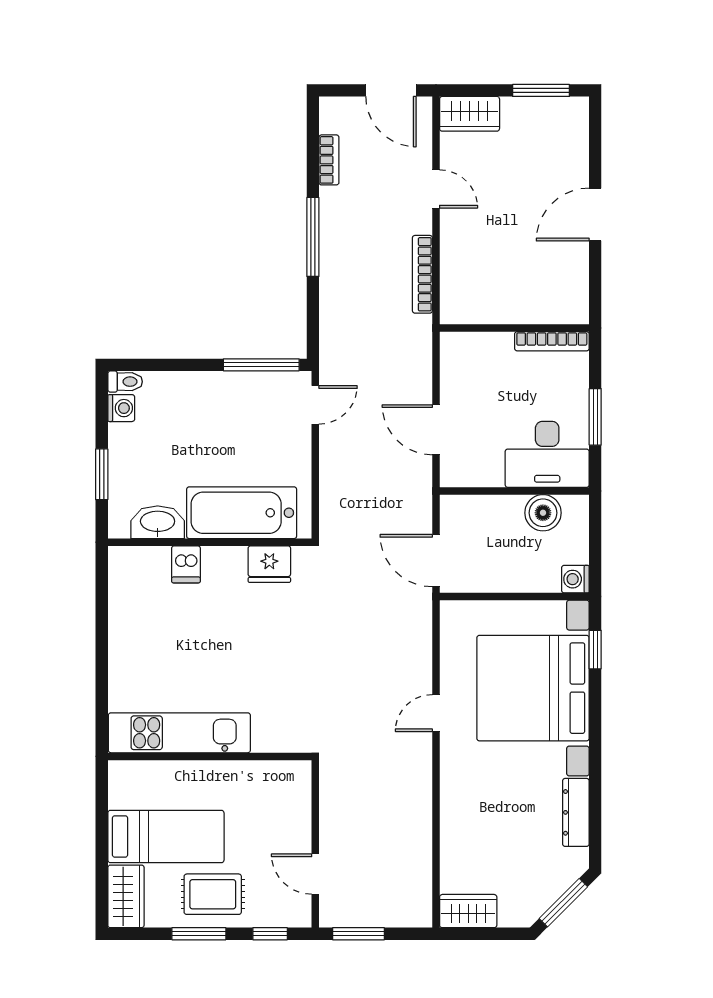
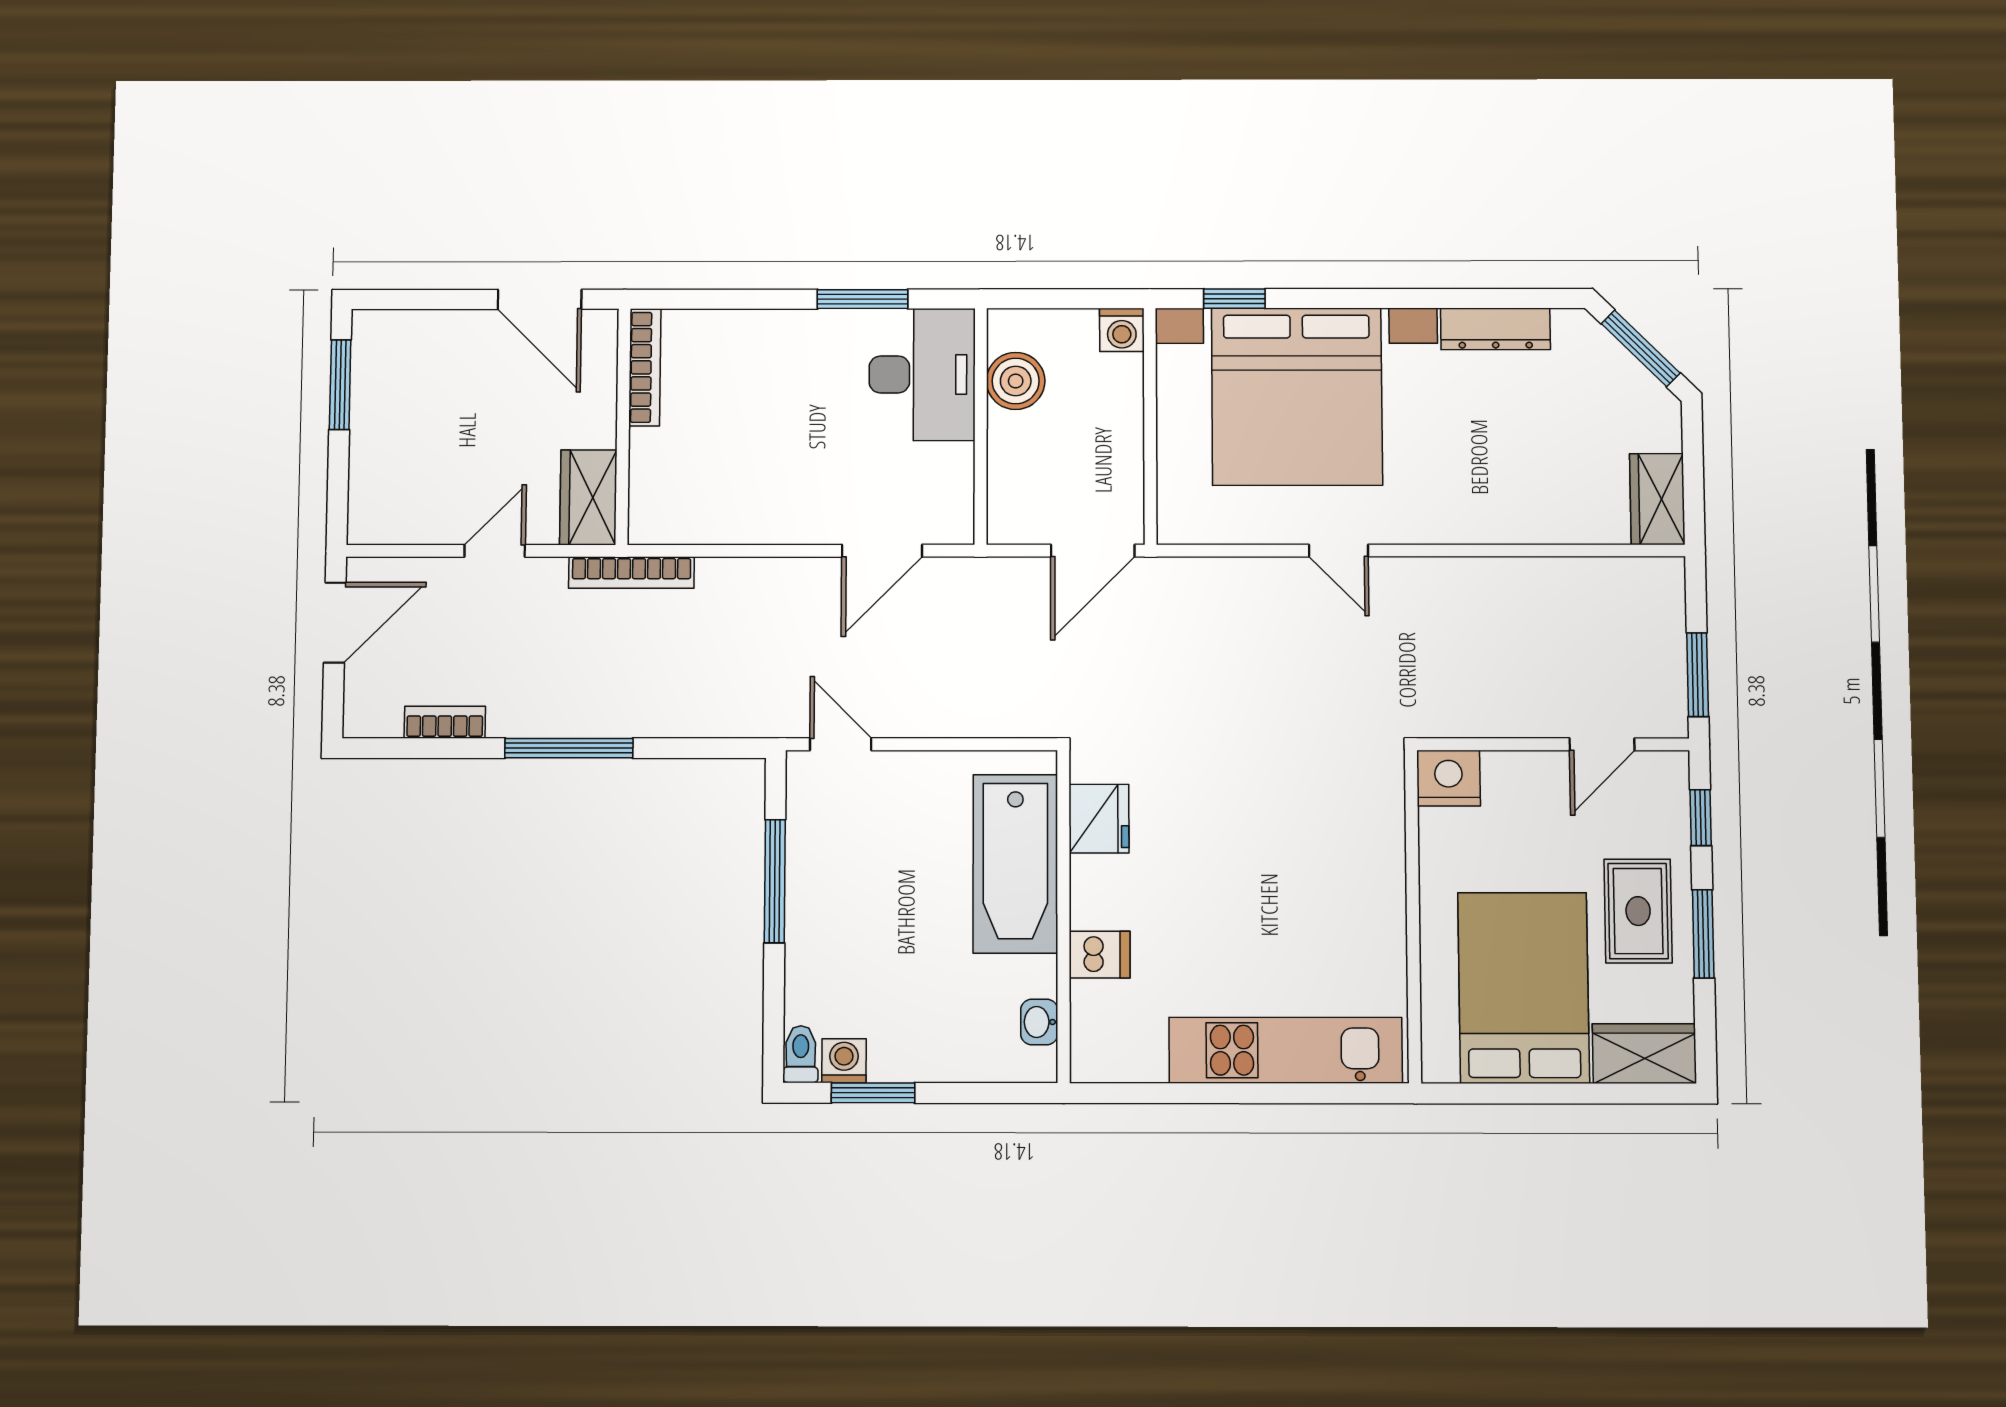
wardrobe: (470, 114) -> (588, 497), moved, turned 180
wall: (514, 328) -> (623, 426), moved
bookcase: (552, 341) -> (645, 367), moved
window: (261, 365) -> (775, 881), moved
window: (102, 474) -> (873, 1093), moved
washbasin: (158, 522) -> (1039, 1022), width x0.52, depth x0.69
kitchen unit: (179, 733) -> (1286, 1050), moved, turned 90
nightstand: (294, 779) -> (1448, 778), added
bed: (166, 836) -> (1524, 988), width x1.50

